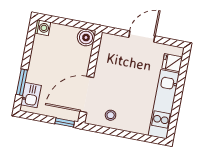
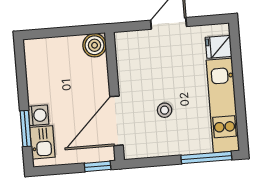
washing machine: (43, 28) -> (38, 115), moved
stool: (111, 115) -> (165, 110), moved
window: (142, 137) -> (206, 158), added

